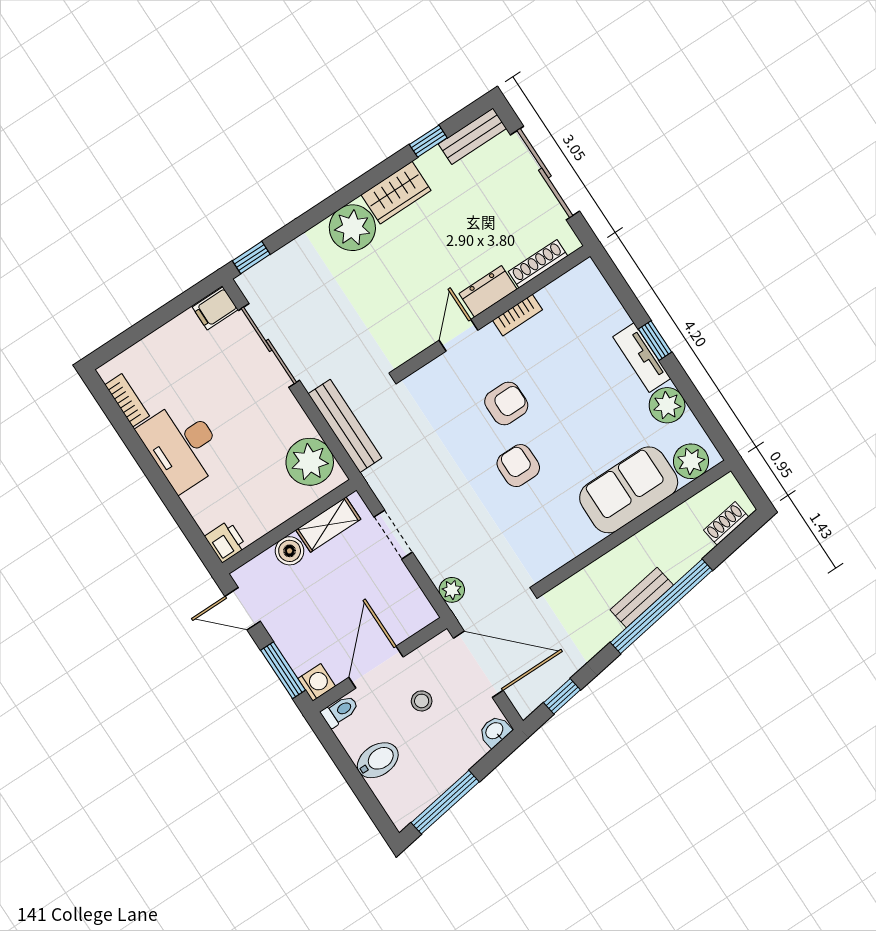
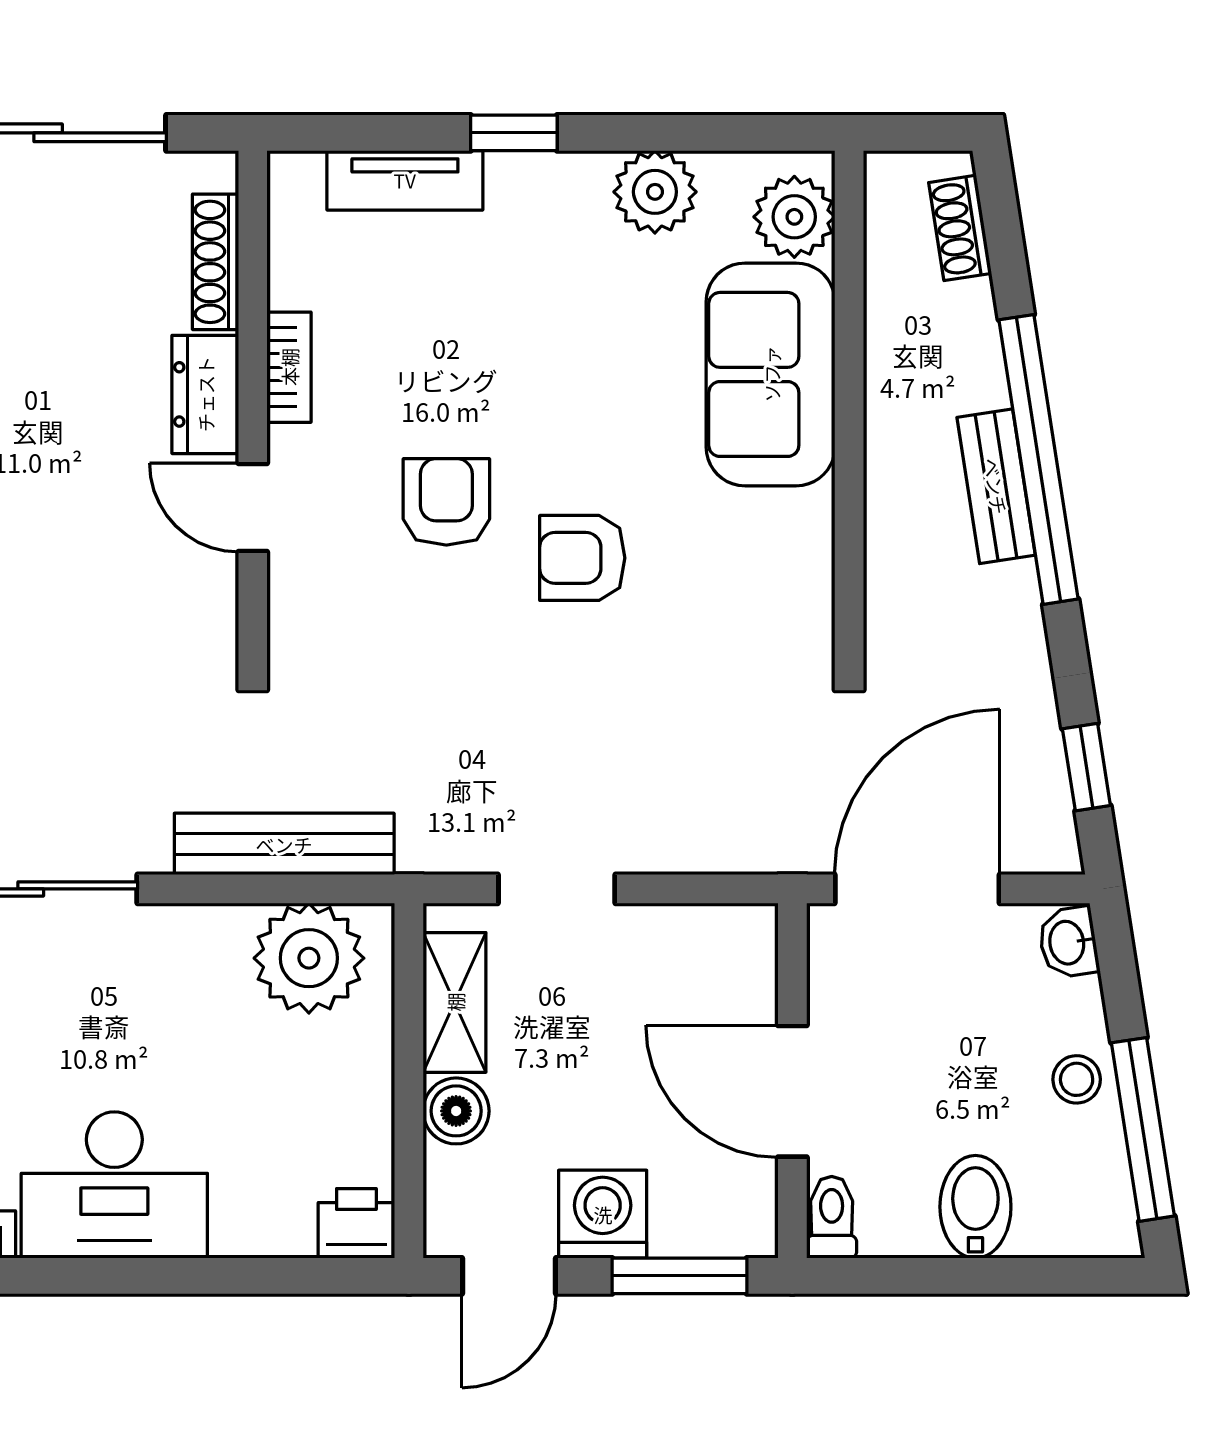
tv unit: (642, 358) -> (405, 180), moved
plant: (452, 590) -> (739, 846), removed
washing machine: (317, 682) -> (603, 1214), moved, width x1.38, depth x1.38
stool: (422, 701) -> (1077, 1079), moved

